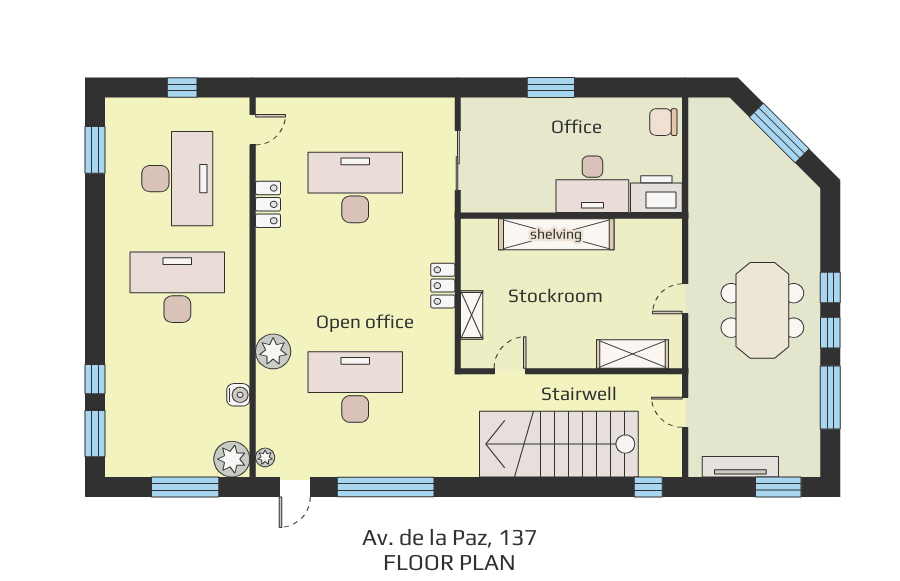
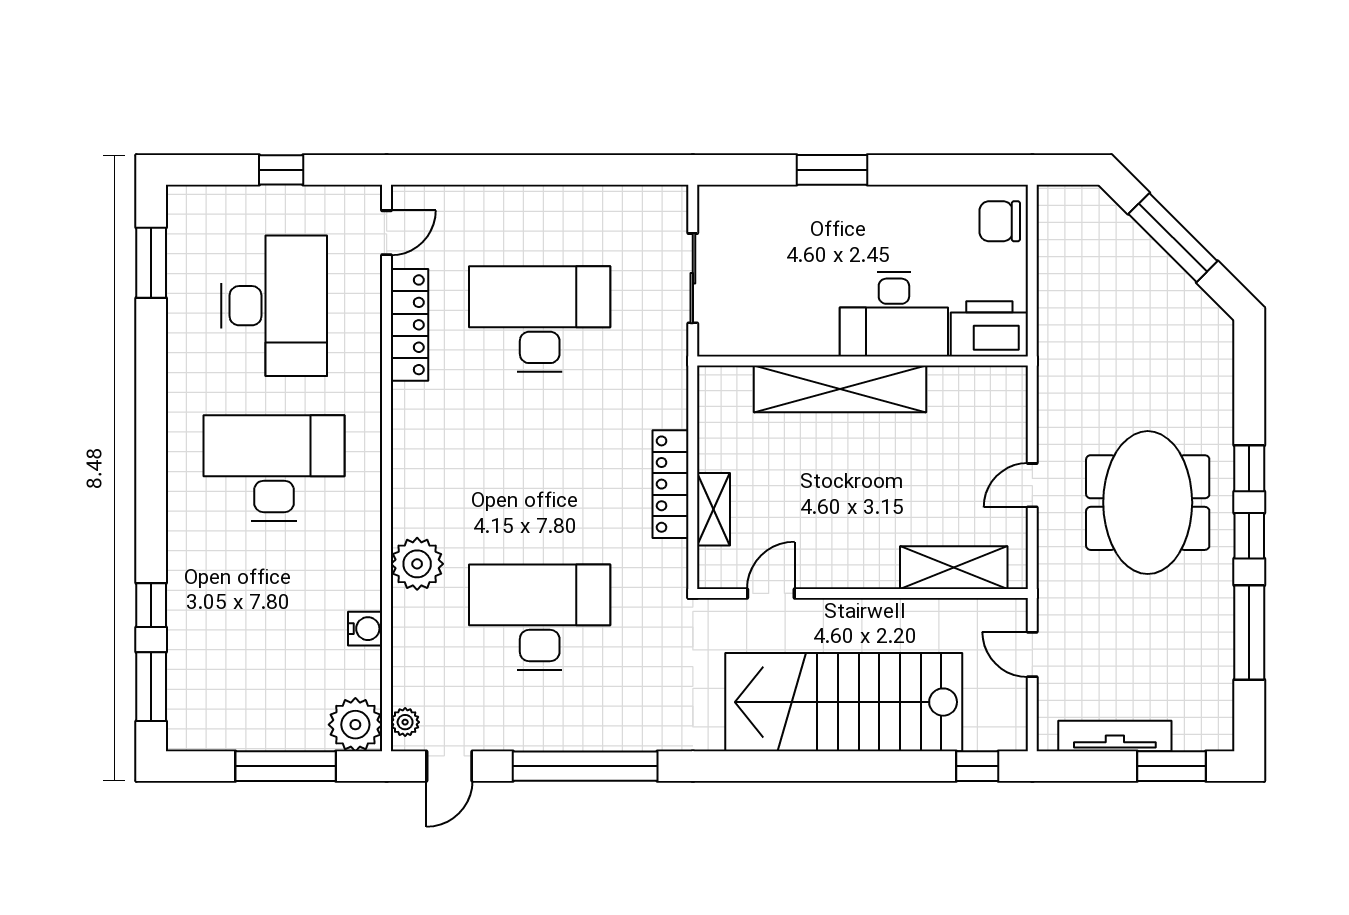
locker: (268, 204) -> (410, 325), width x1.53
locker: (443, 286) -> (670, 484), width x1.53

